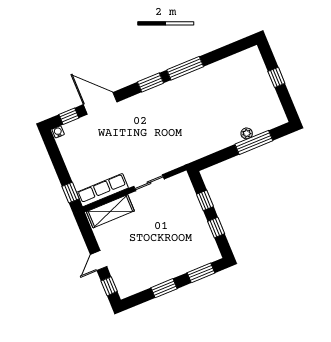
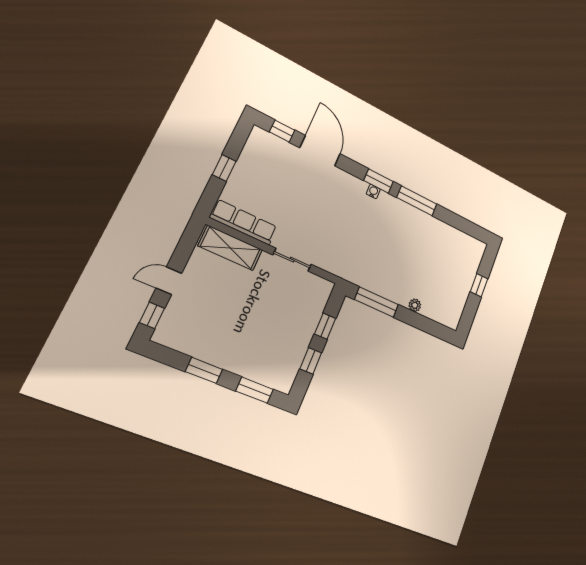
water cooler: (58, 132) -> (373, 191), moved
window: (254, 142) -> (377, 302), moved
window: (71, 193) -> (224, 168), moved

